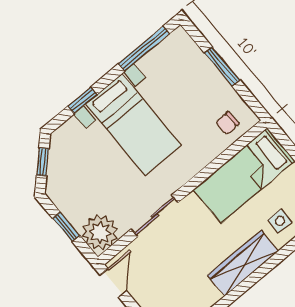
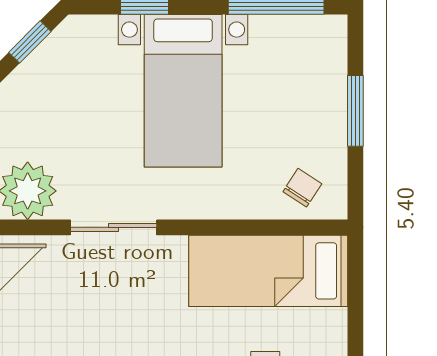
chair: (227, 123) -> (302, 188), turned 125

